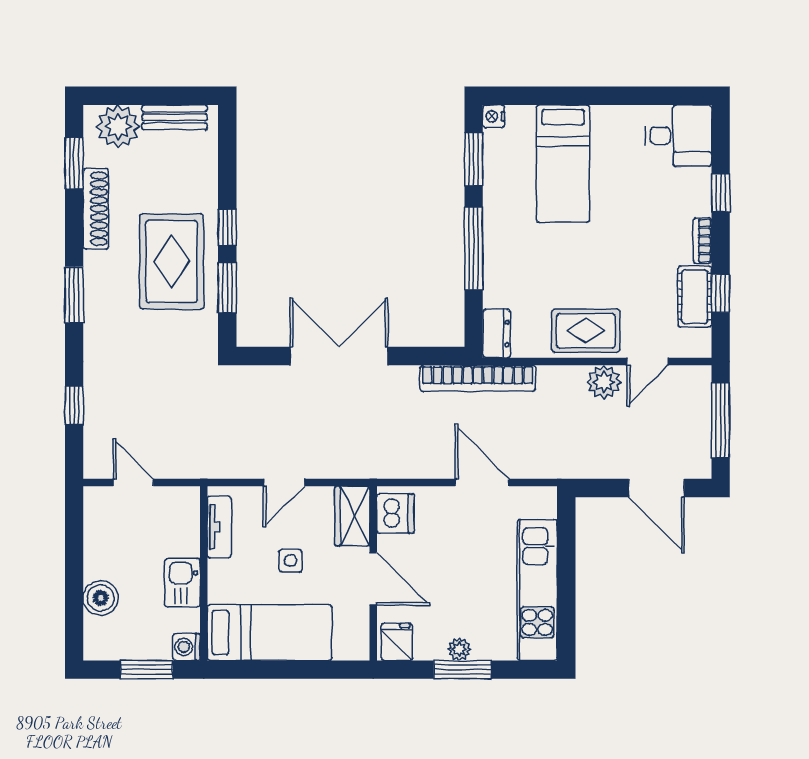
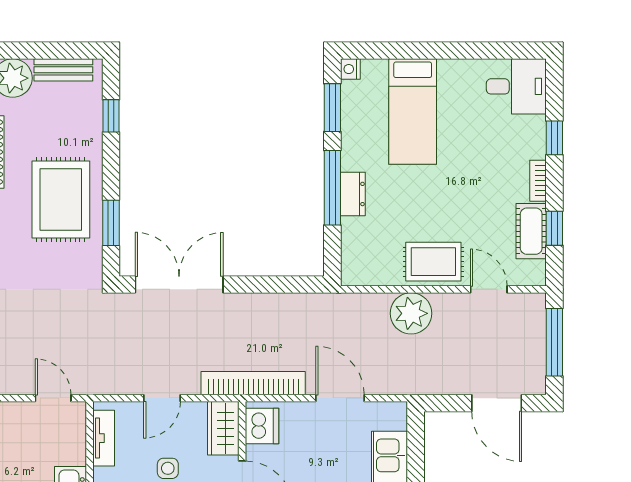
window: (227, 227) -> (111, 116), moved
dresser: (496, 333) -> (353, 194), moved
double door: (339, 356) -> (179, 285), moved
door: (648, 362) -> (489, 289), swing flipped
bookcase: (478, 378) -> (253, 383), moved, turned 180
plant: (604, 382) -> (411, 313), moved, width x1.36, depth x1.36
door: (133, 483) -> (53, 398), moved

